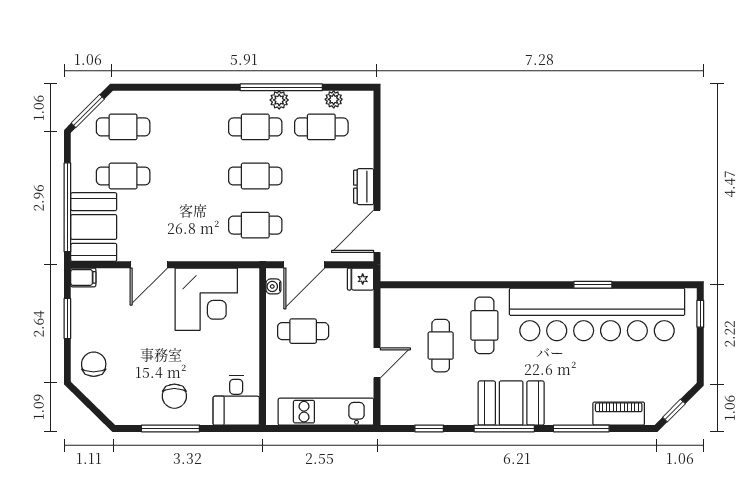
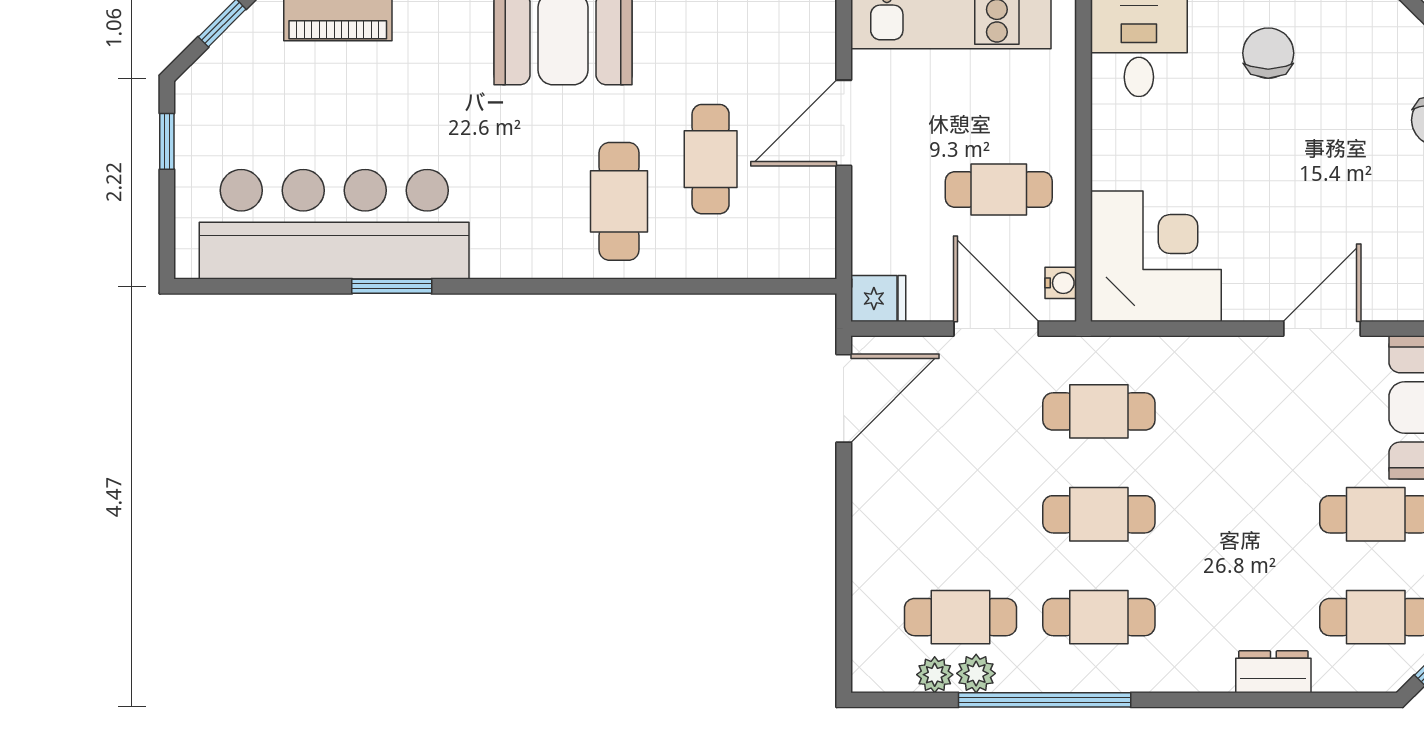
plant: (279, 100) -> (976, 673), moved
dresser: (364, 187) -> (1273, 672), moved, turned -90
door: (304, 265) -> (996, 329), hinge flipped
corner desk: (206, 299) -> (1156, 256), moved, turned 90
bar counter: (597, 314) -> (334, 224), width x0.73
window: (700, 314) -> (167, 141), moved
door: (377, 363) -> (844, 123), width x1.38

